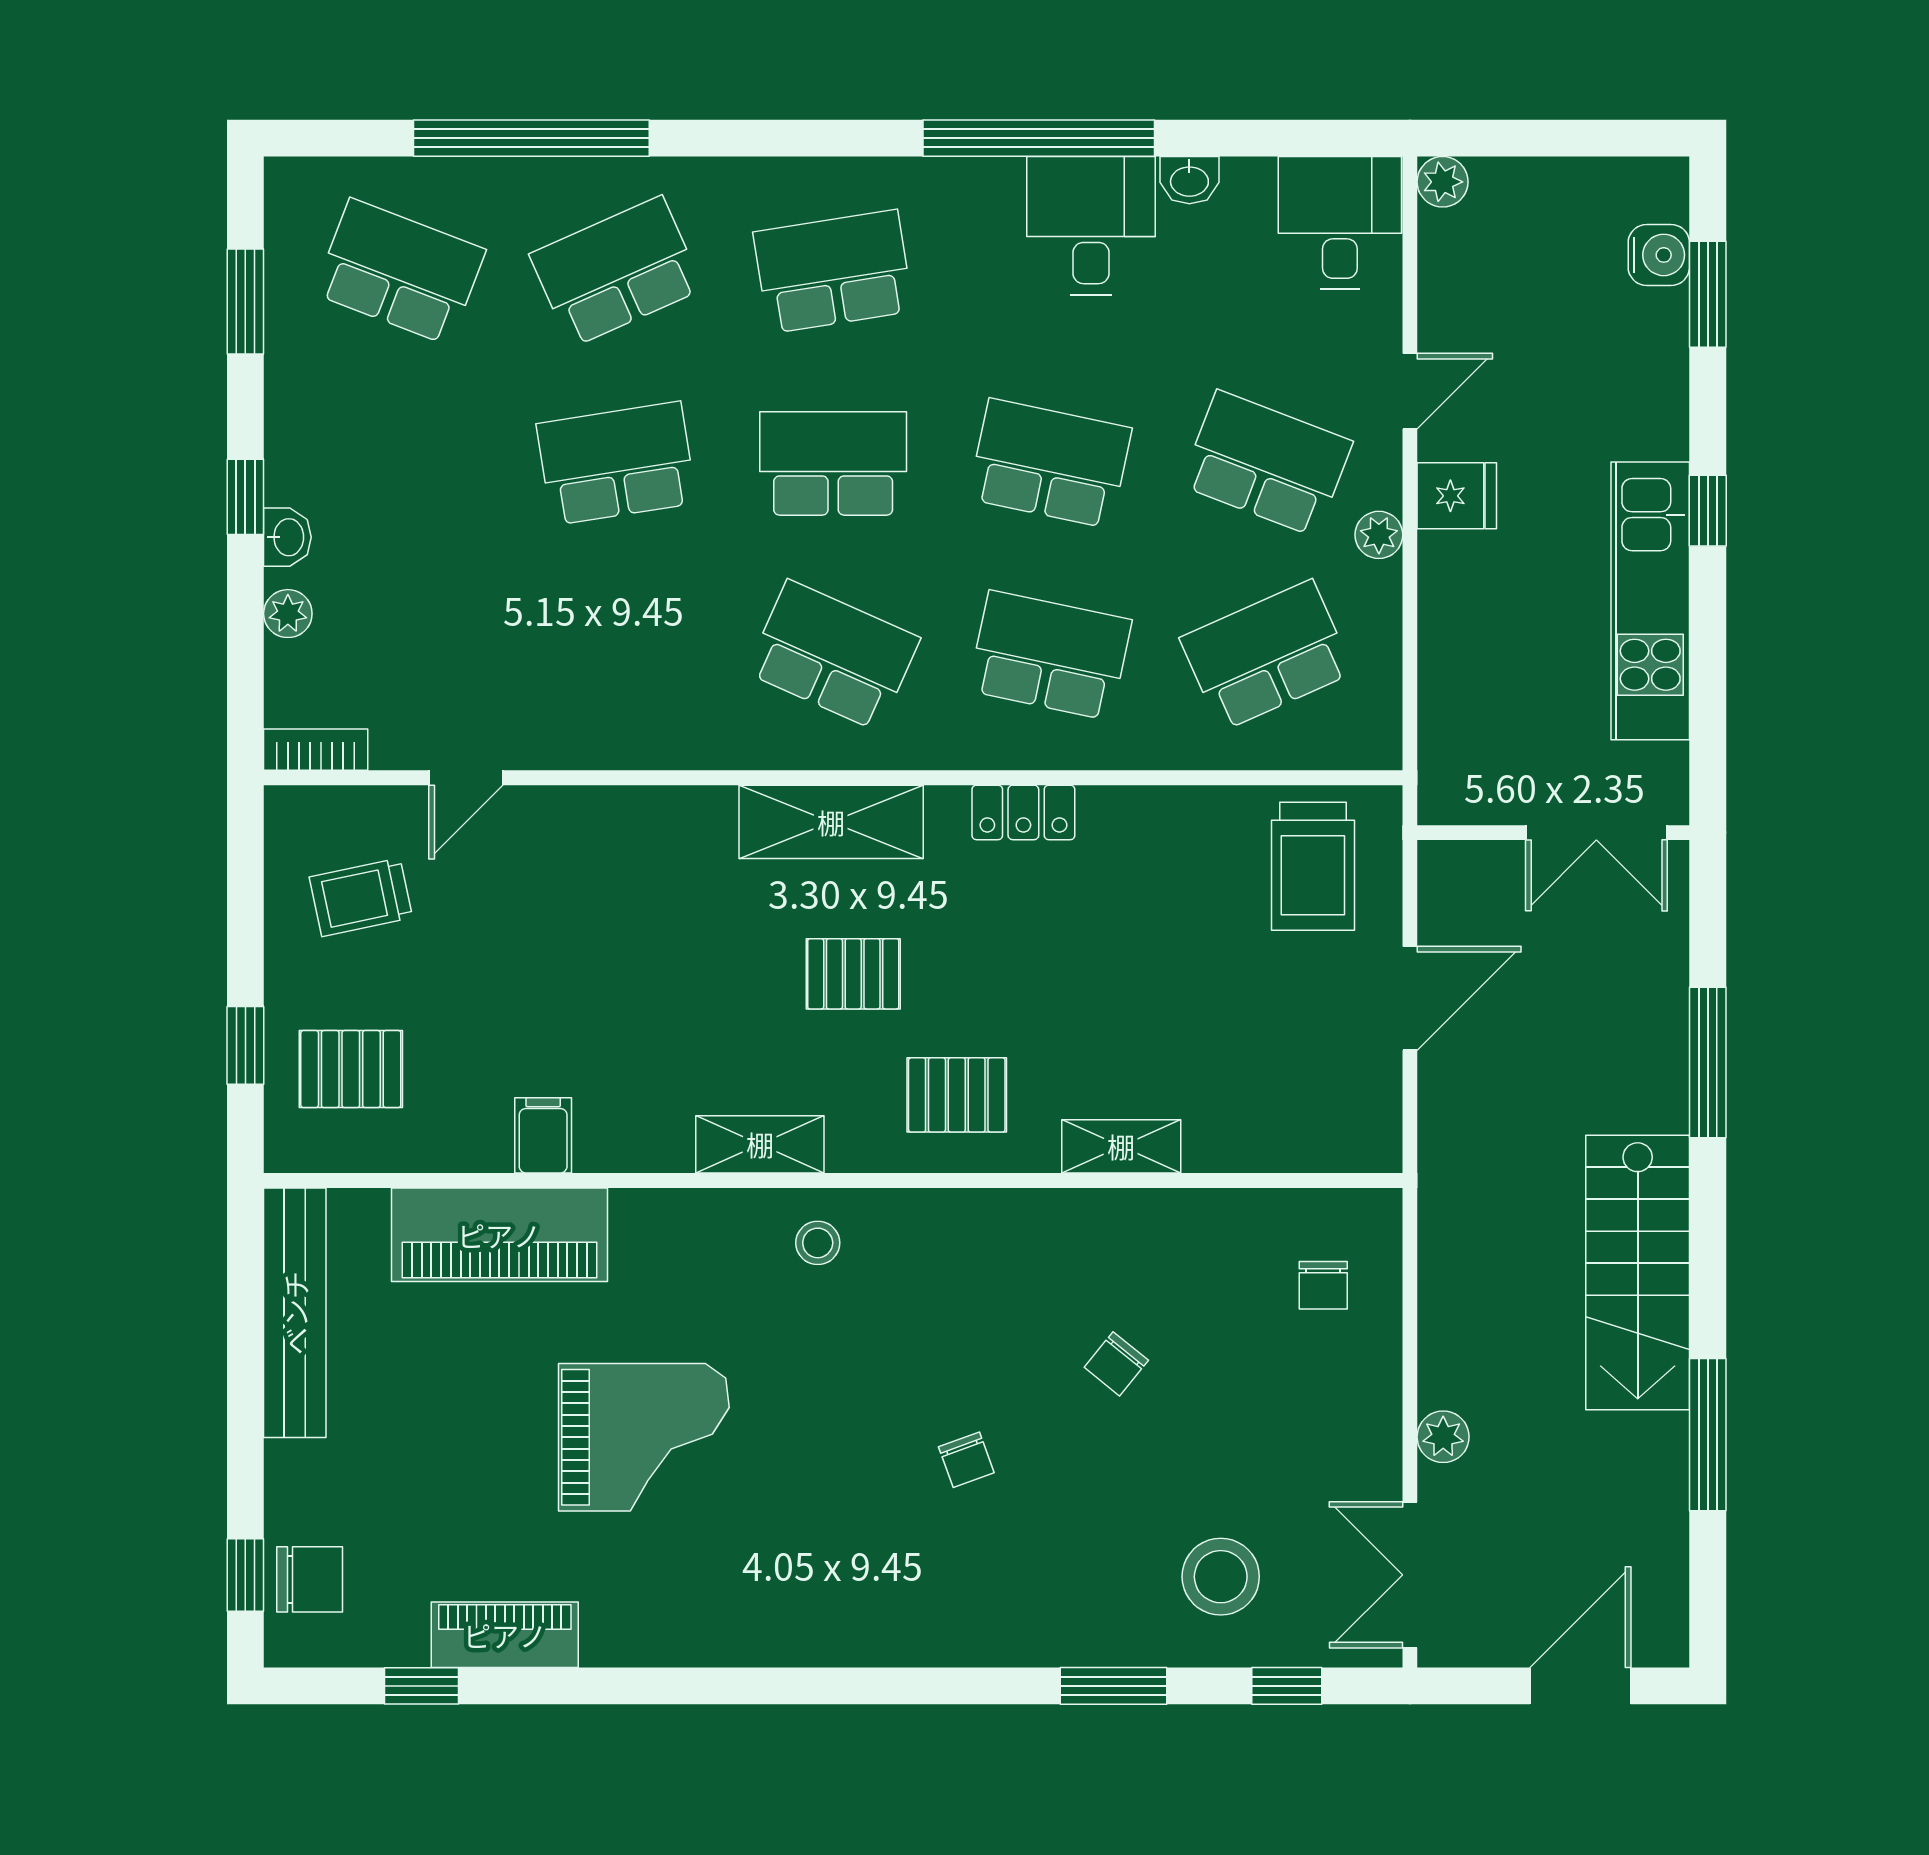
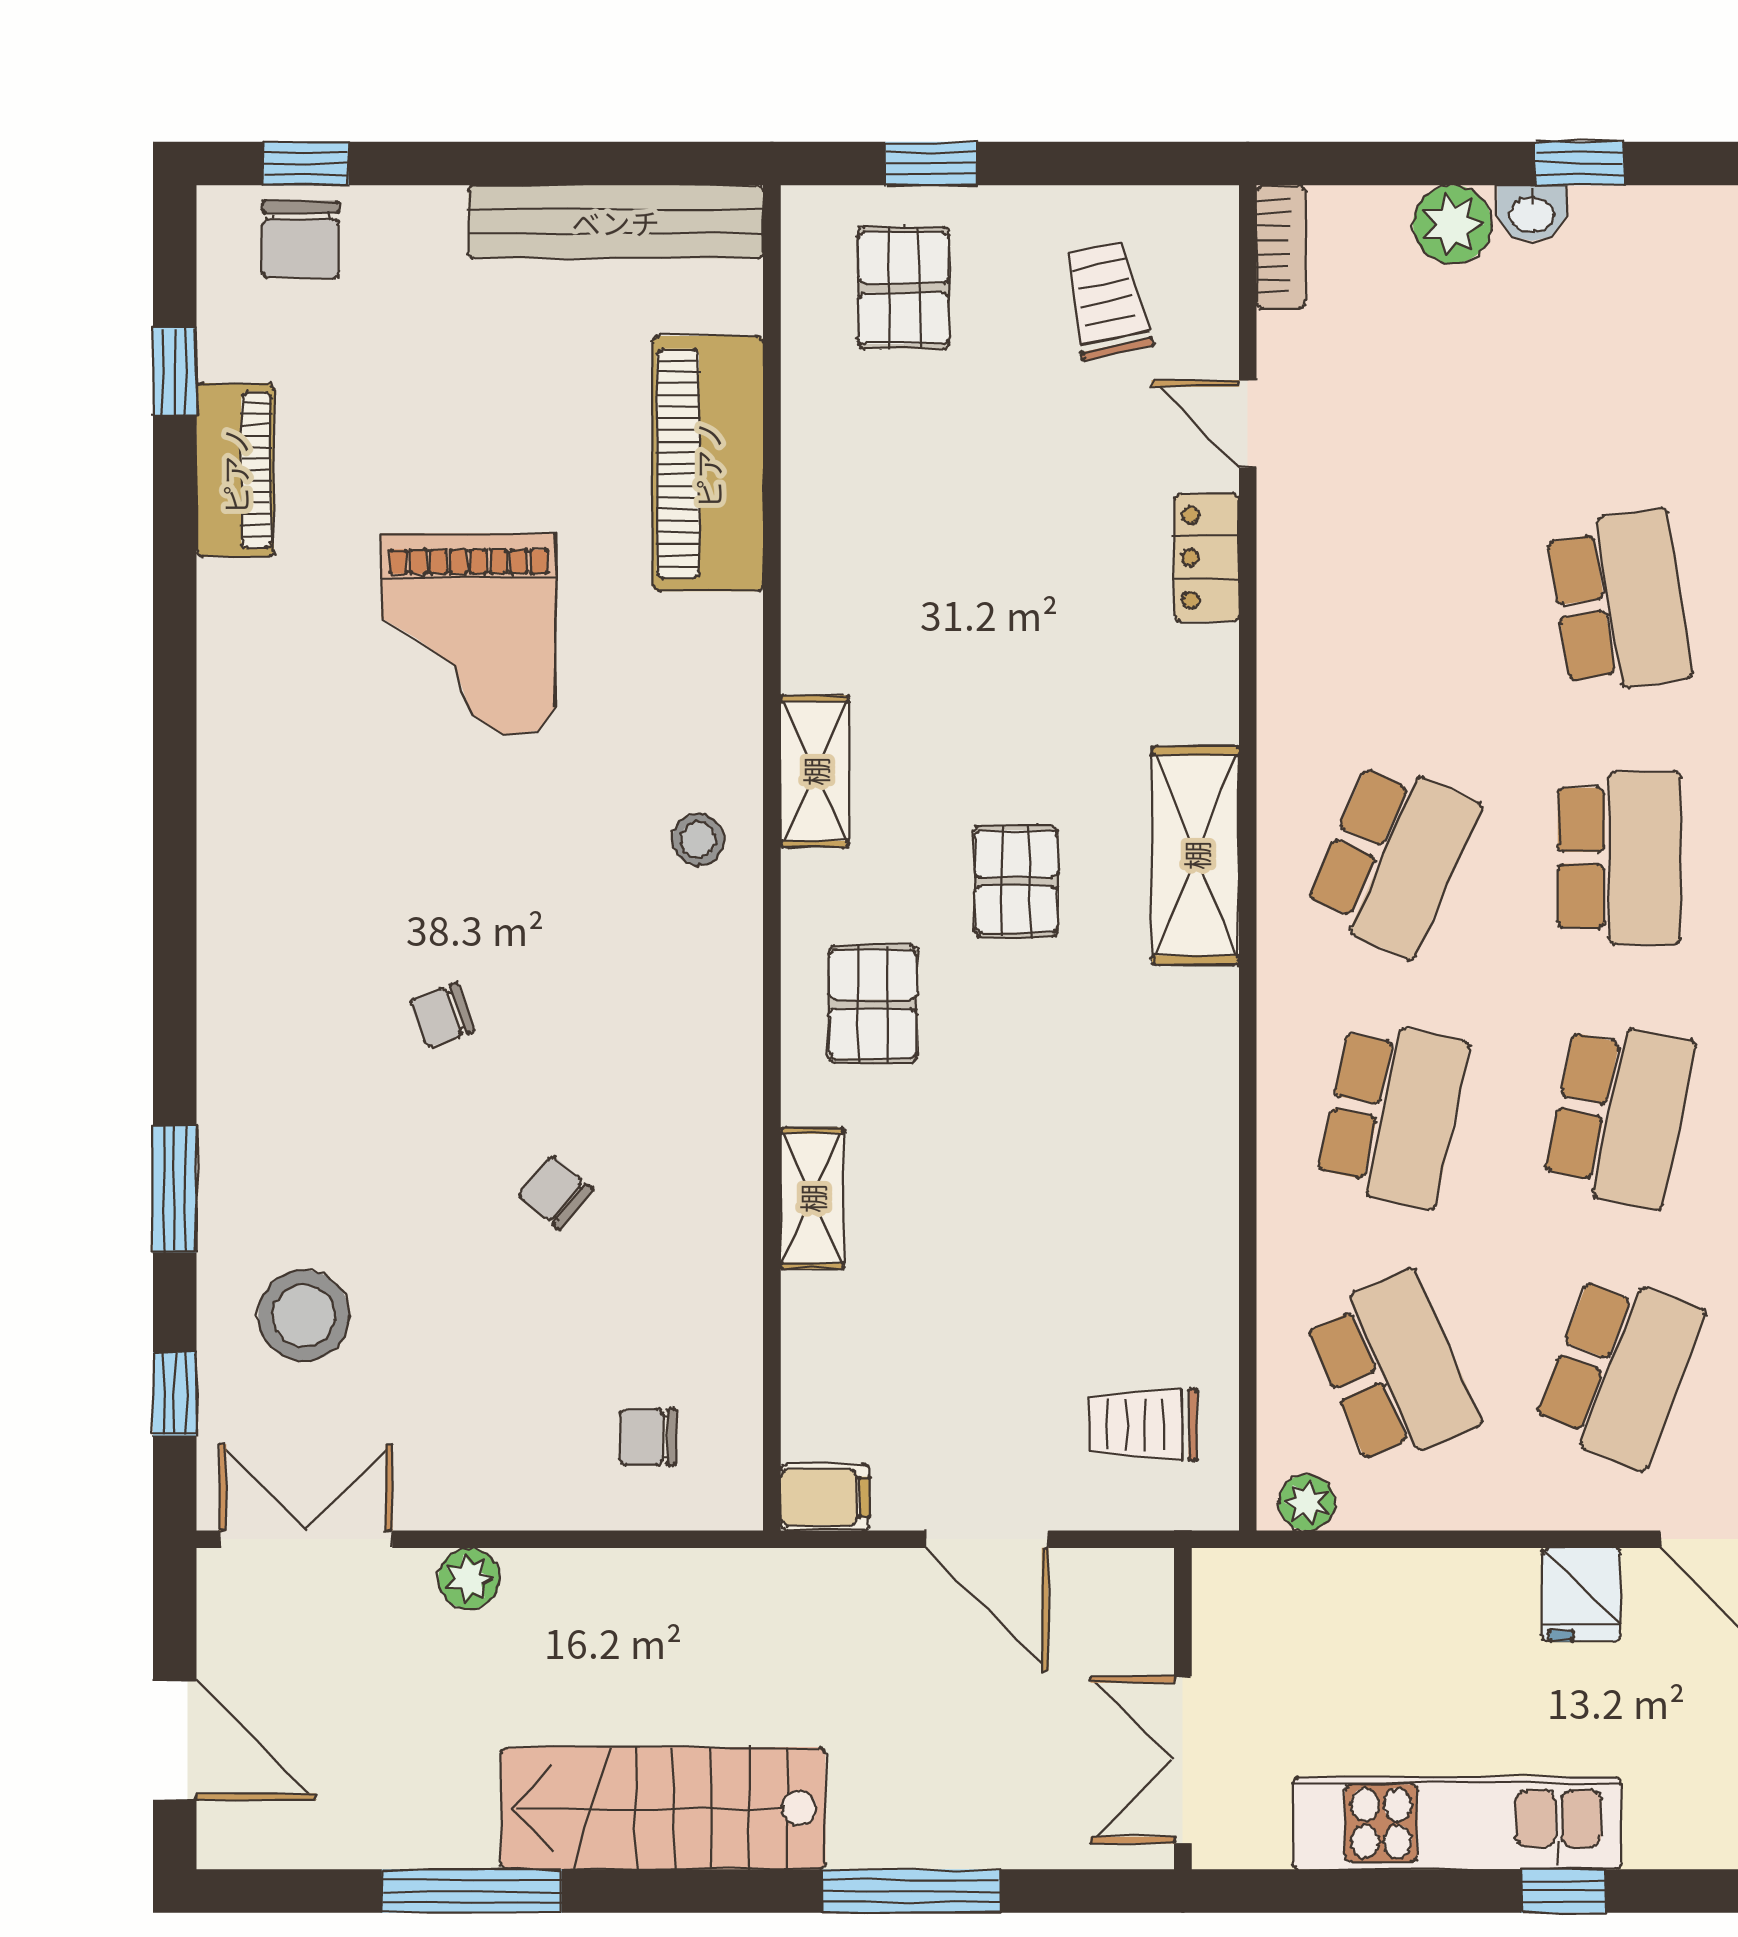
plant: (1379, 535) -> (1307, 1503), moved
plant: (288, 614) -> (1452, 224), width x1.38, depth x1.38
locker: (1023, 812) -> (1207, 557), moved
trolley: (1313, 866) -> (1143, 1425), width x0.73, depth x0.72
filing cabinet: (543, 1135) -> (825, 1497), moved

